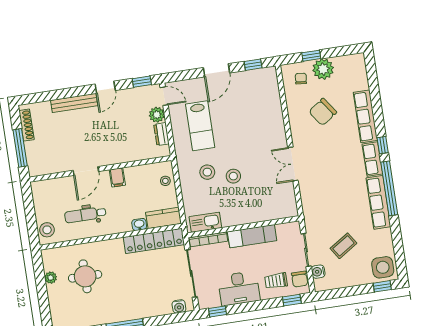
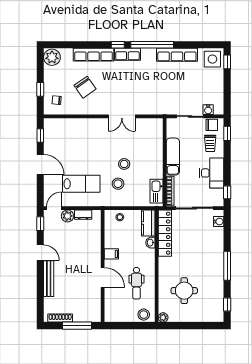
plant: (323, 69) -> (52, 57), moved
row of seats: (378, 202) -> (177, 55), moved
coffee table: (343, 246) -> (191, 87), removed
plant: (51, 278) -> (163, 317), moved

